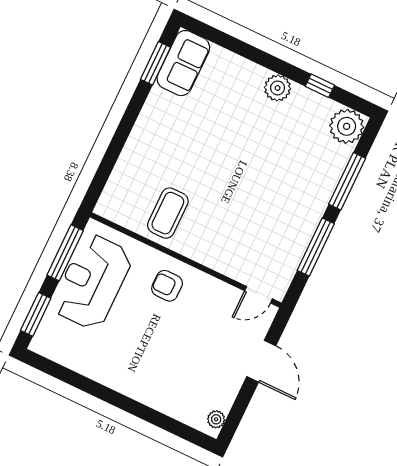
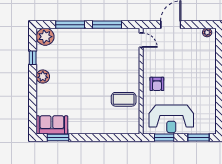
window: (65, 253) -> (164, 137), width x0.69

